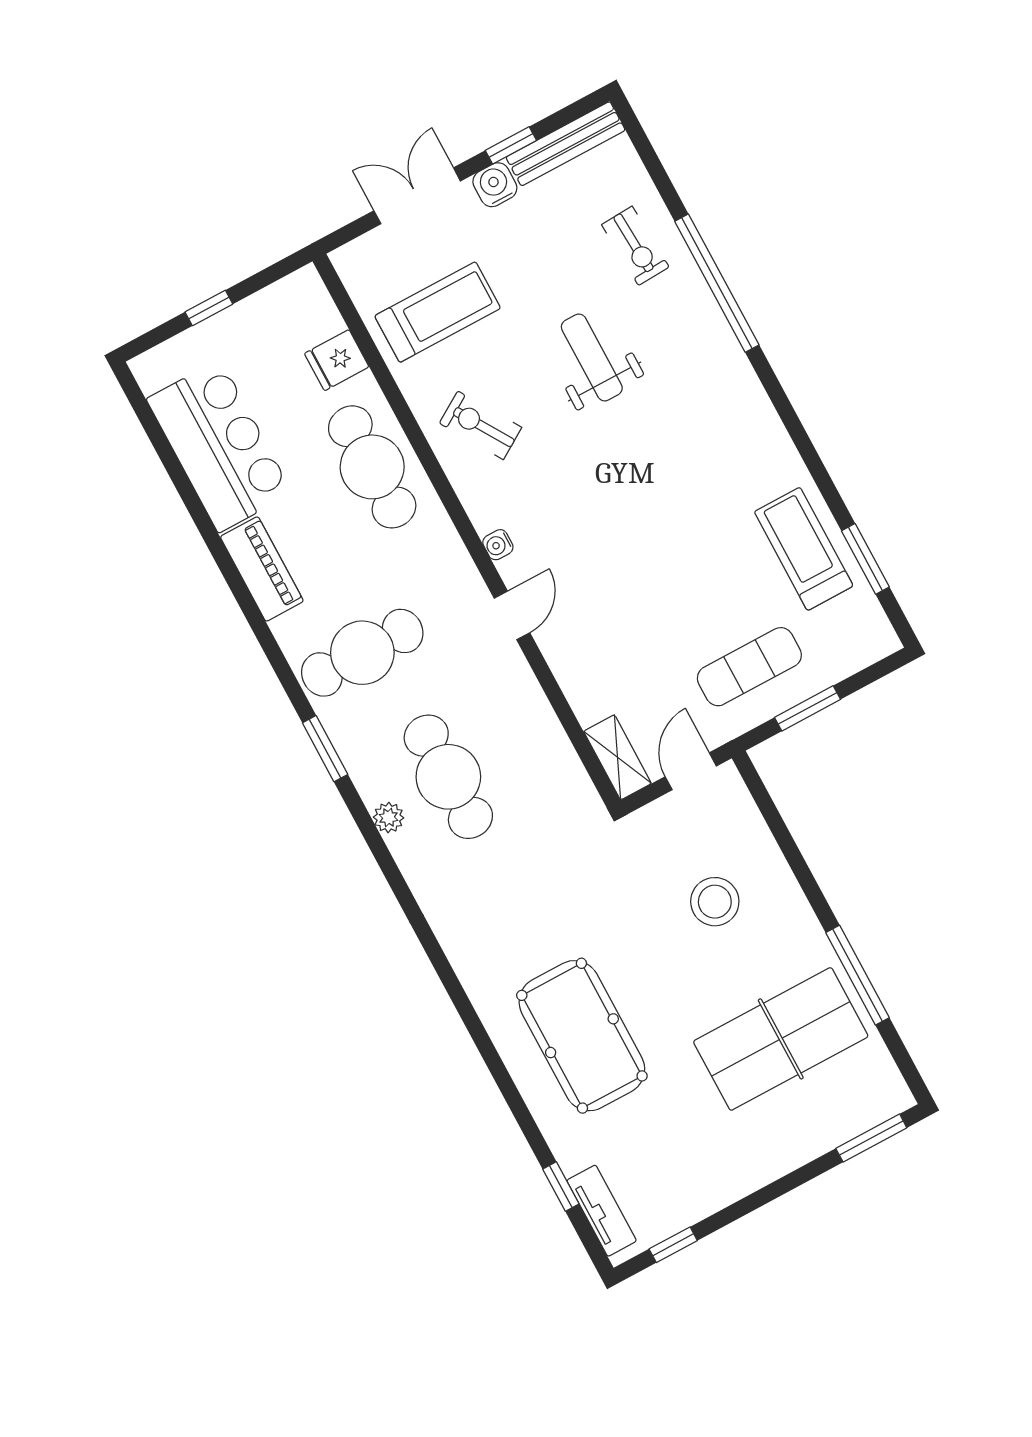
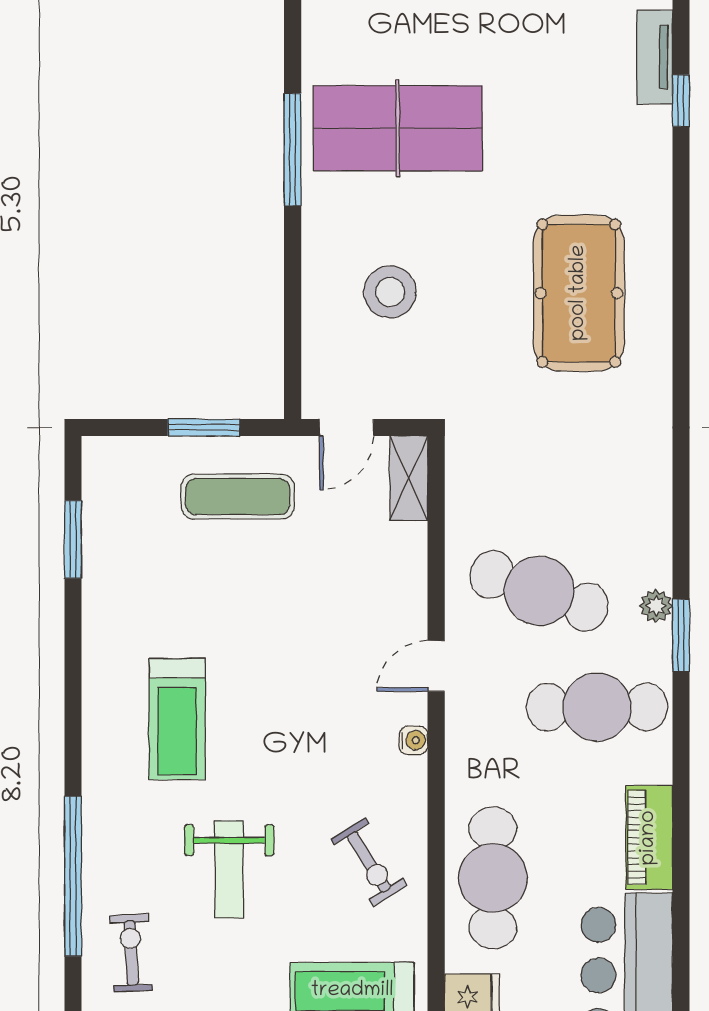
treadmill: (804, 549) -> (177, 719), moved
cafe table: (448, 777) -> (539, 591), moved, turned -71
plant: (389, 818) -> (656, 606), moved
pool table: (582, 1036) -> (579, 293), moved

